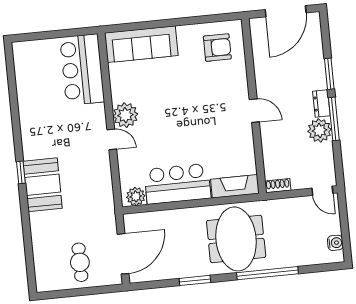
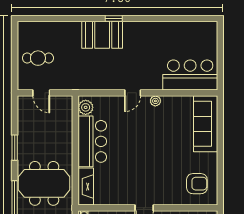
armchair: (217, 48) -> (197, 184), turned -90
plant: (125, 115) -> (155, 101), width x0.53, depth x0.53
door: (123, 254) -> (41, 93), width x0.53

